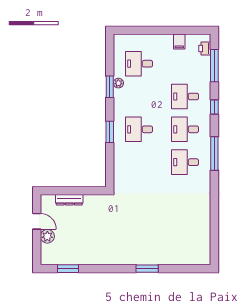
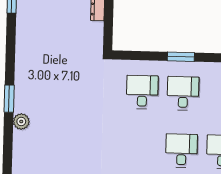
desk: (185, 162) -> (142, 92), moved
plant: (165, 258) -> (21, 121), added

